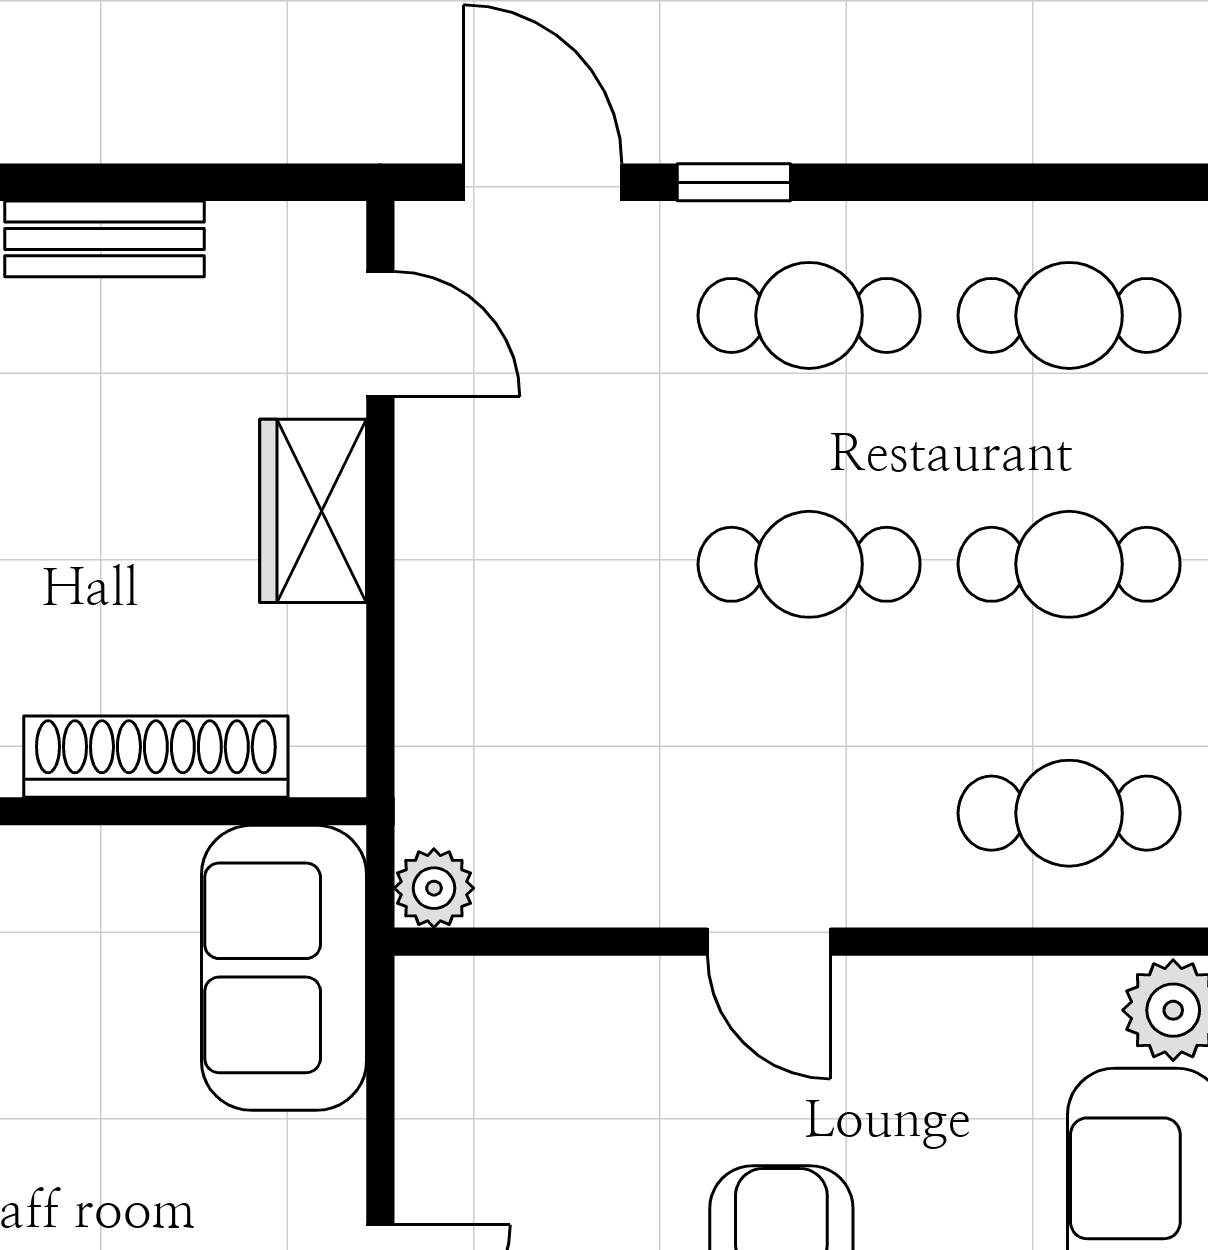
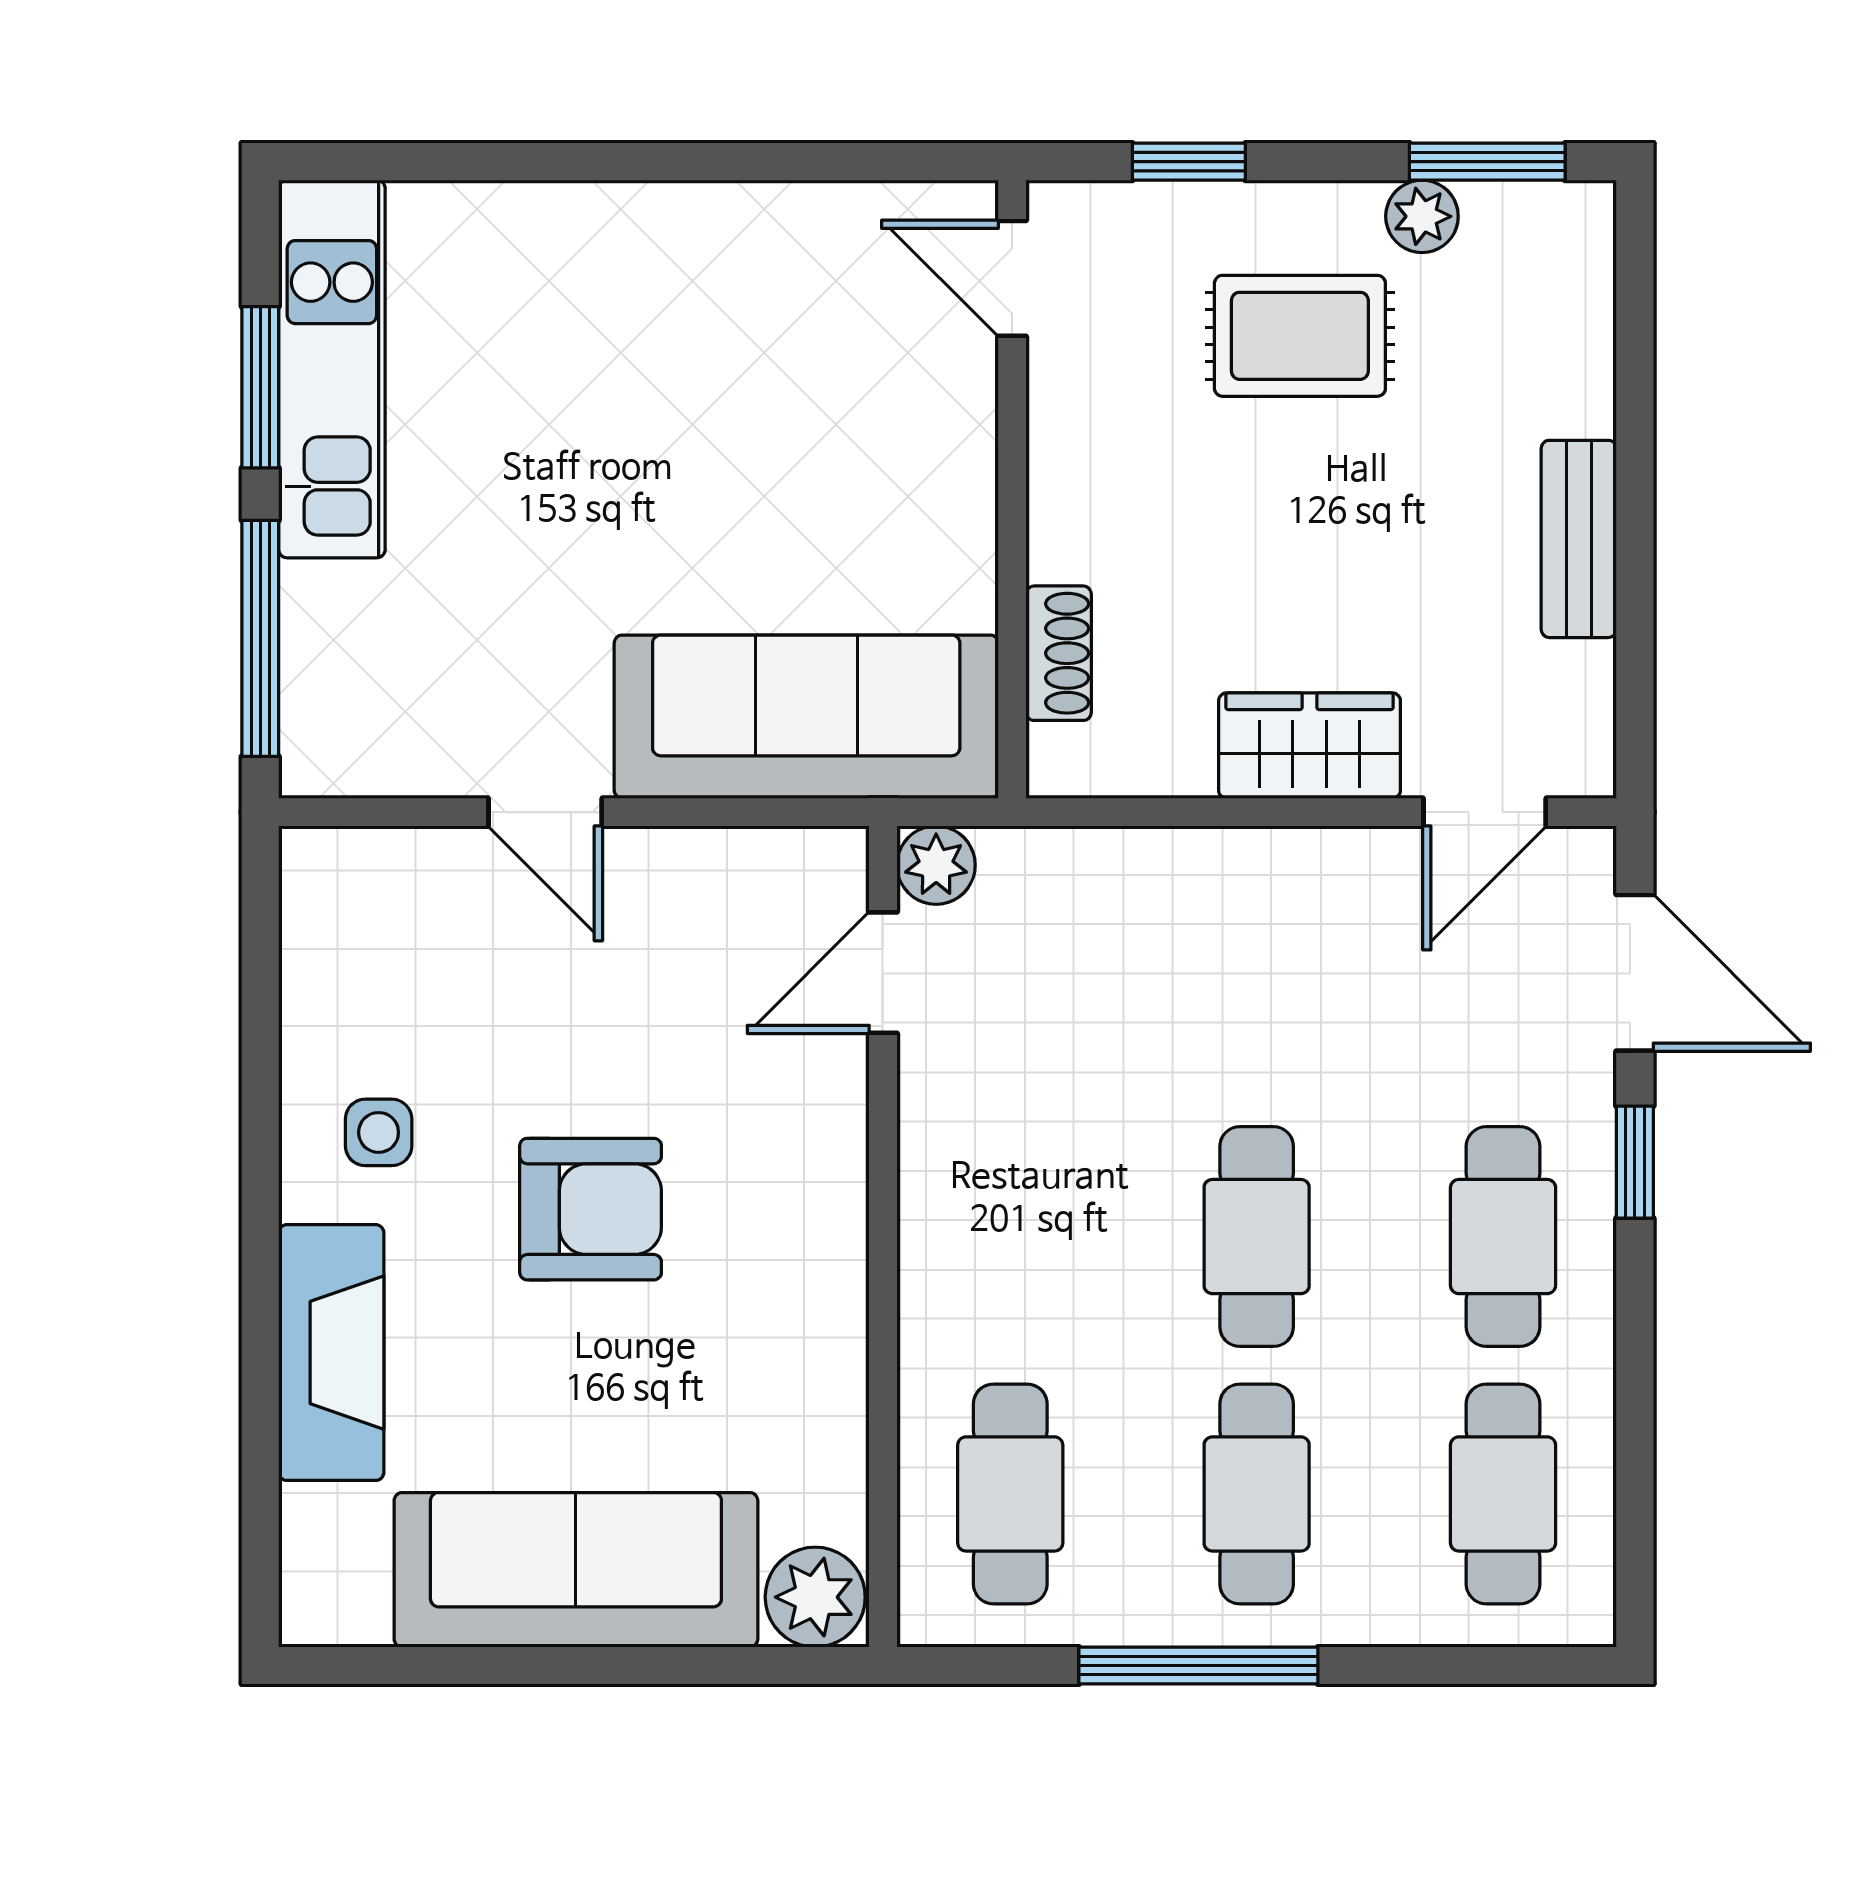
door: (543, 182) -> (1635, 973), hinge flipped
shoe rack: (156, 757) -> (1059, 653), width x0.51, depth x0.81
door: (769, 942) -> (883, 973), moved
sofa: (284, 968) -> (806, 717), width x1.36

